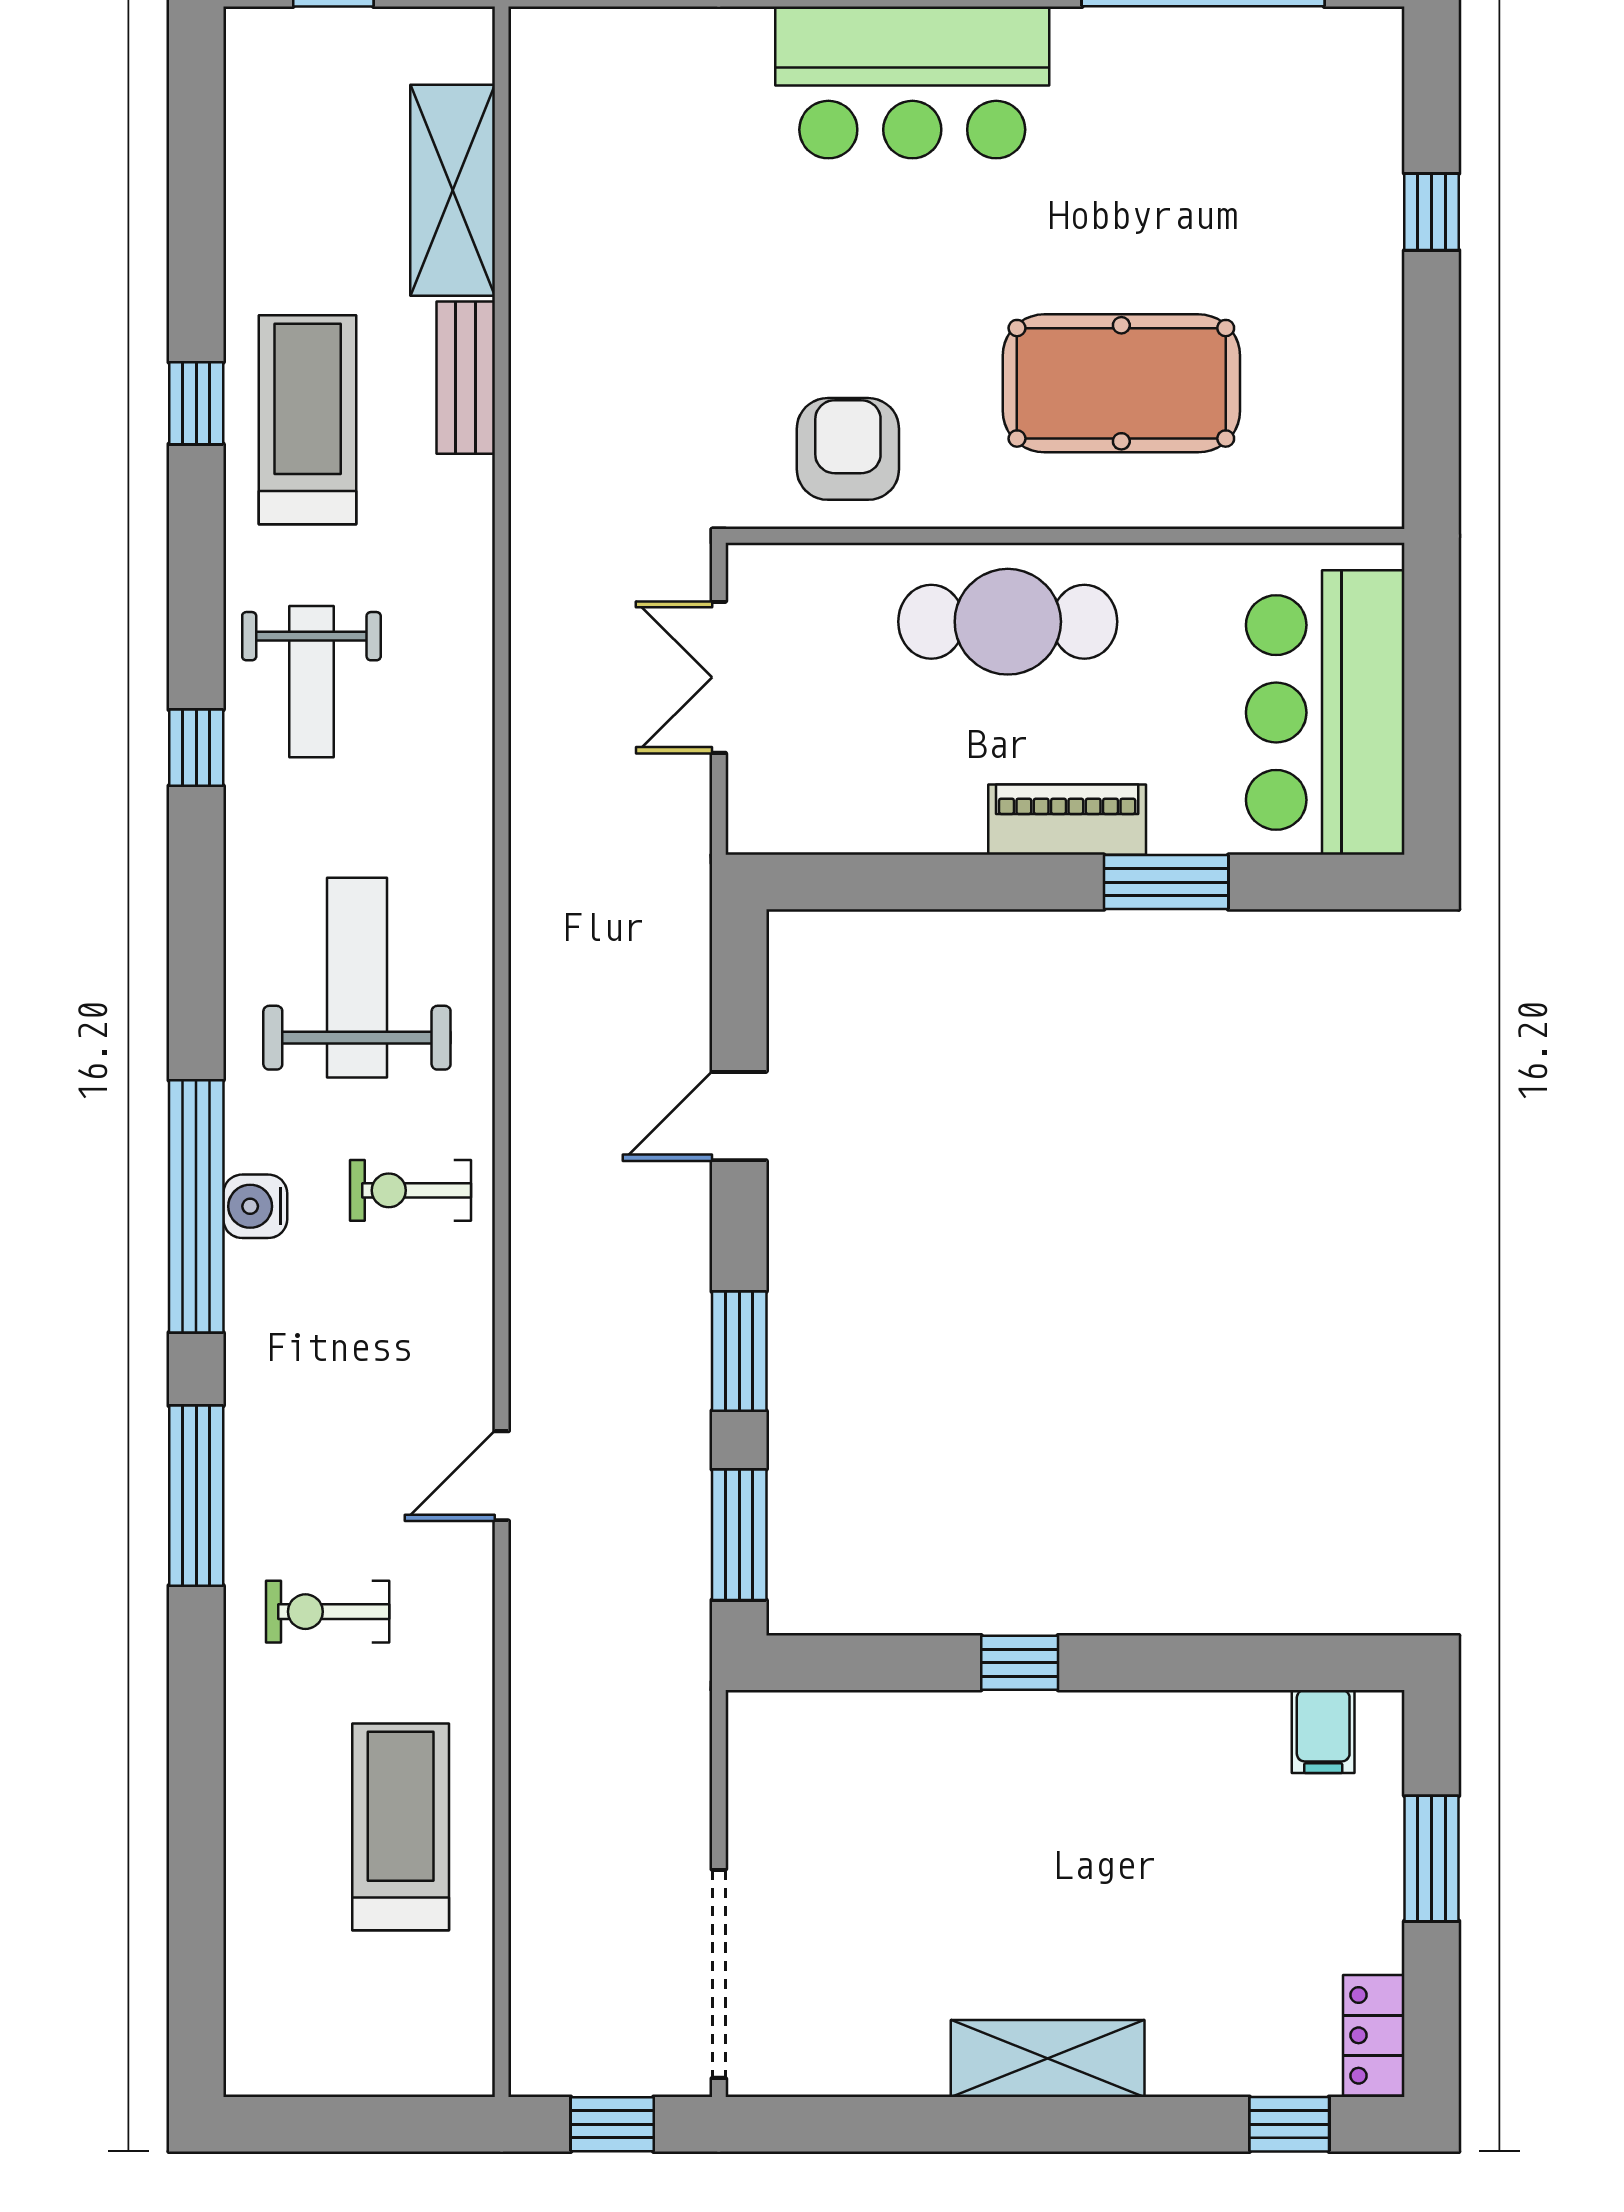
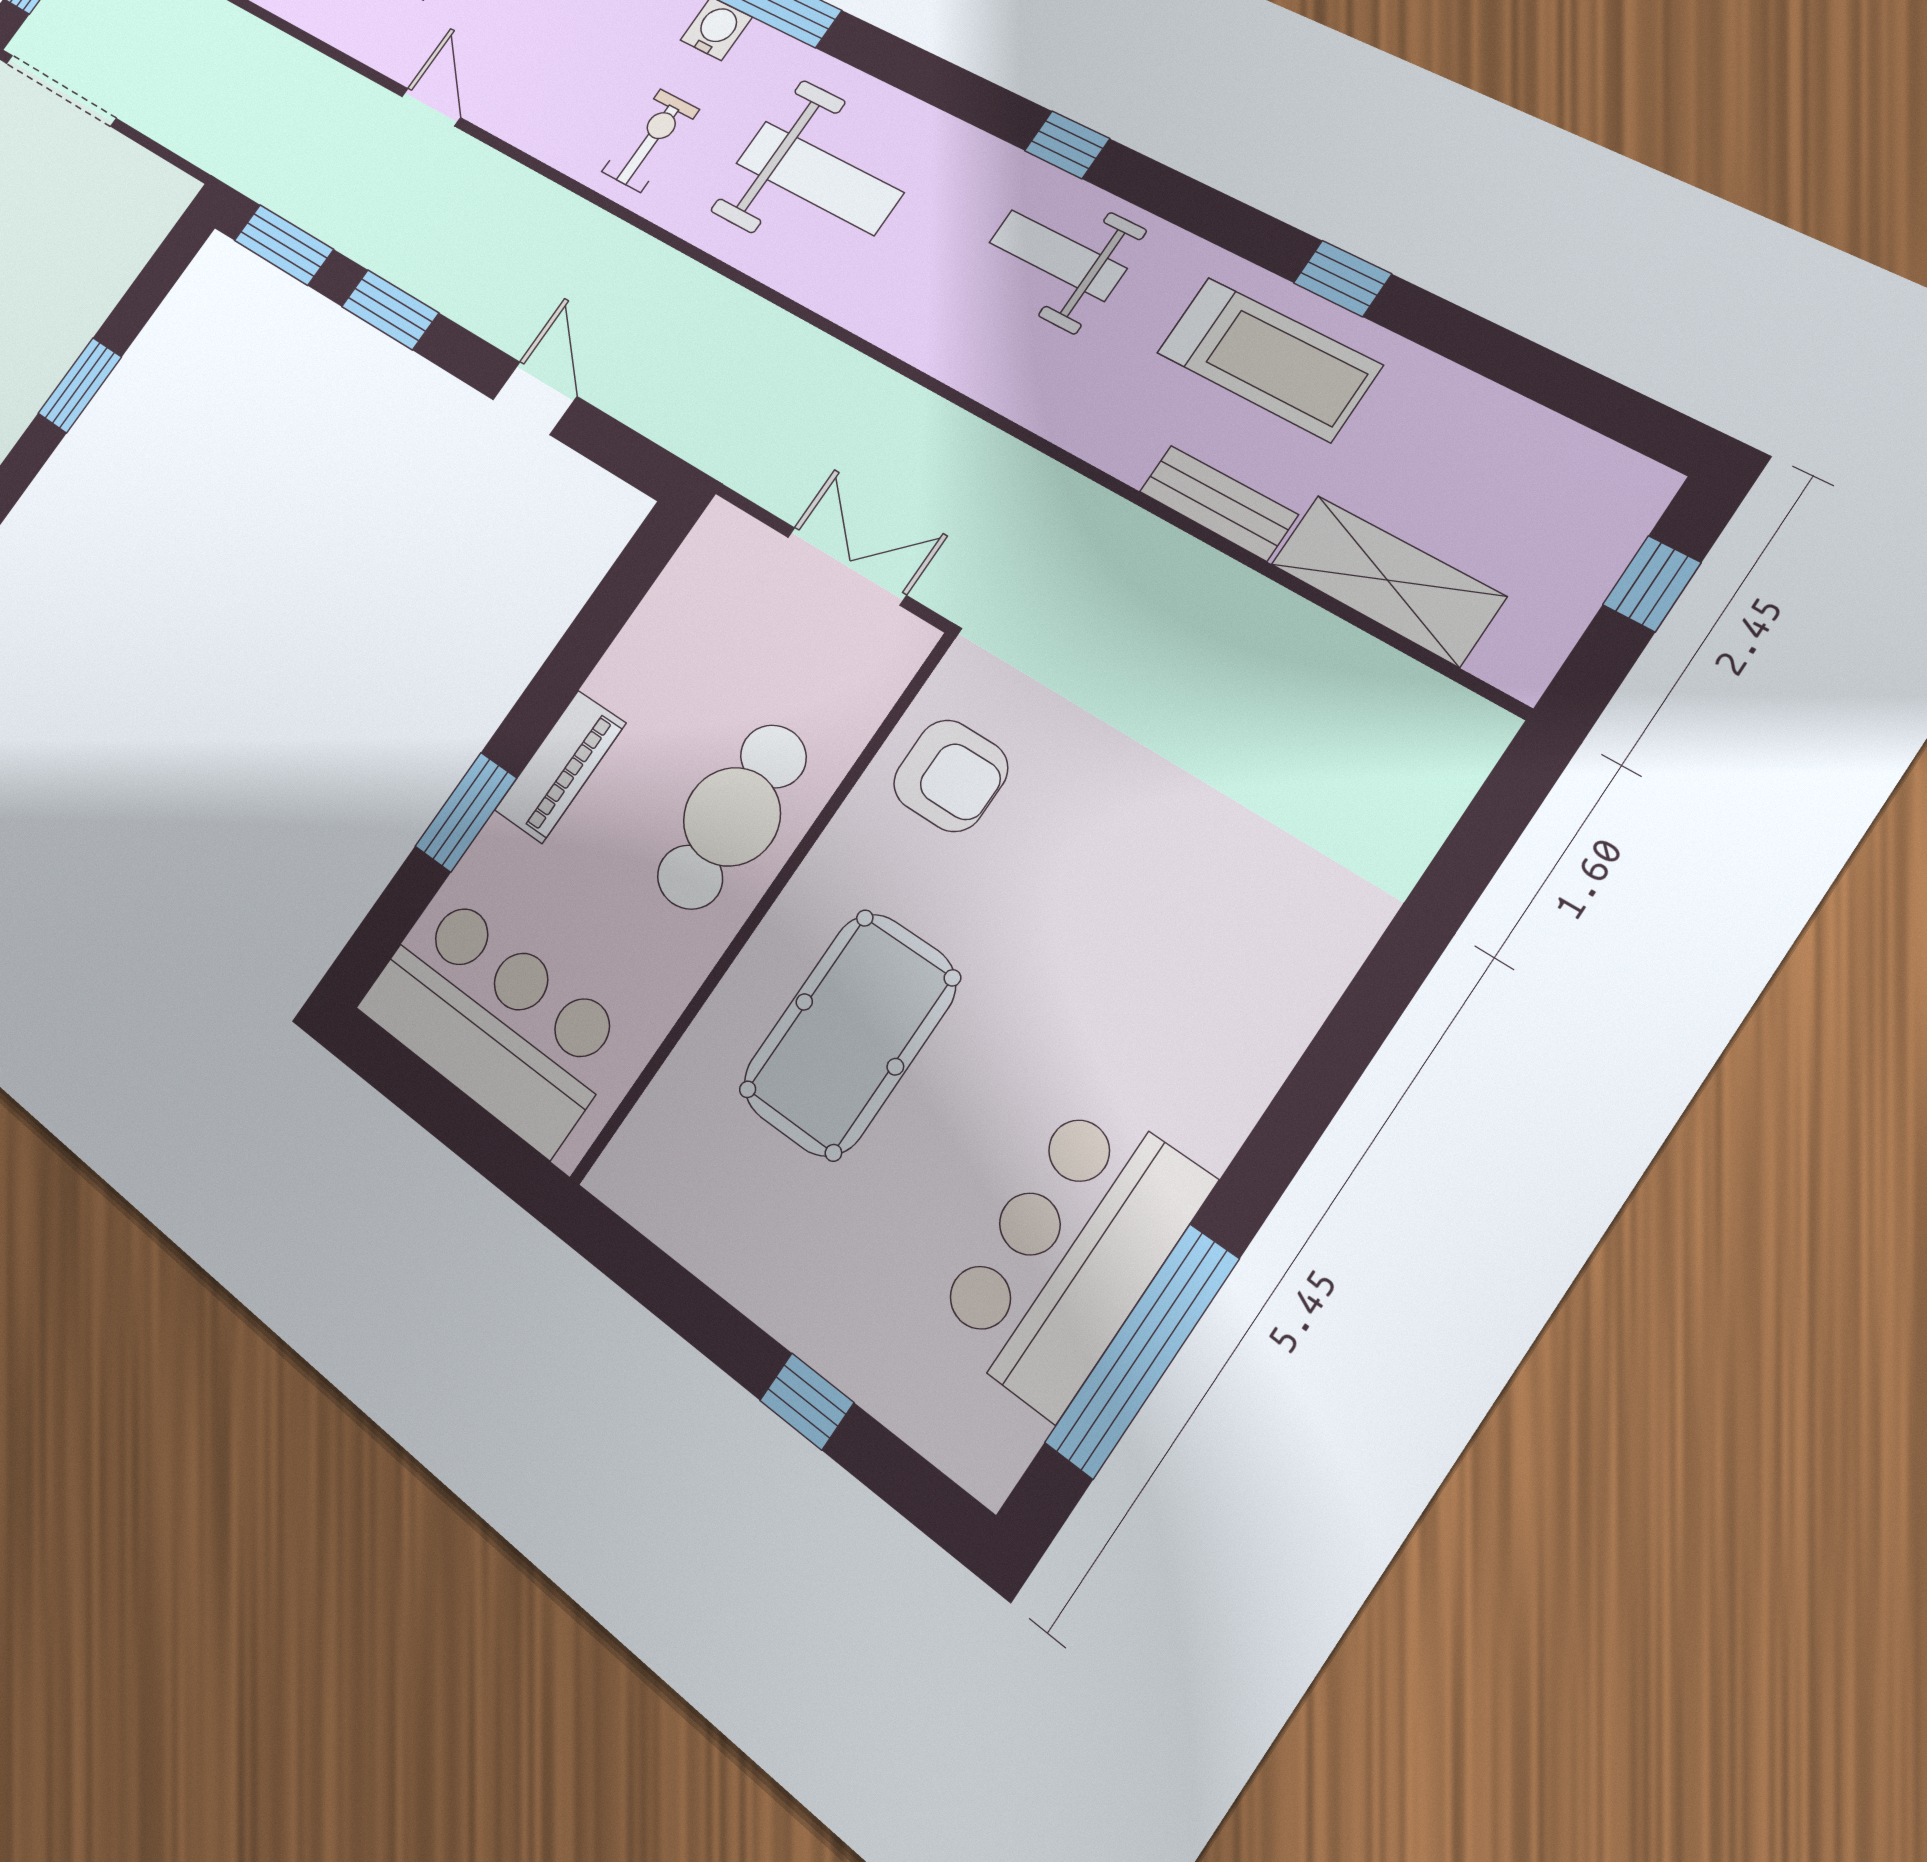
bar counter: (912, 82) -> (1071, 1253), moved
window: (1020, 1663) -> (80, 385), width x1.50

